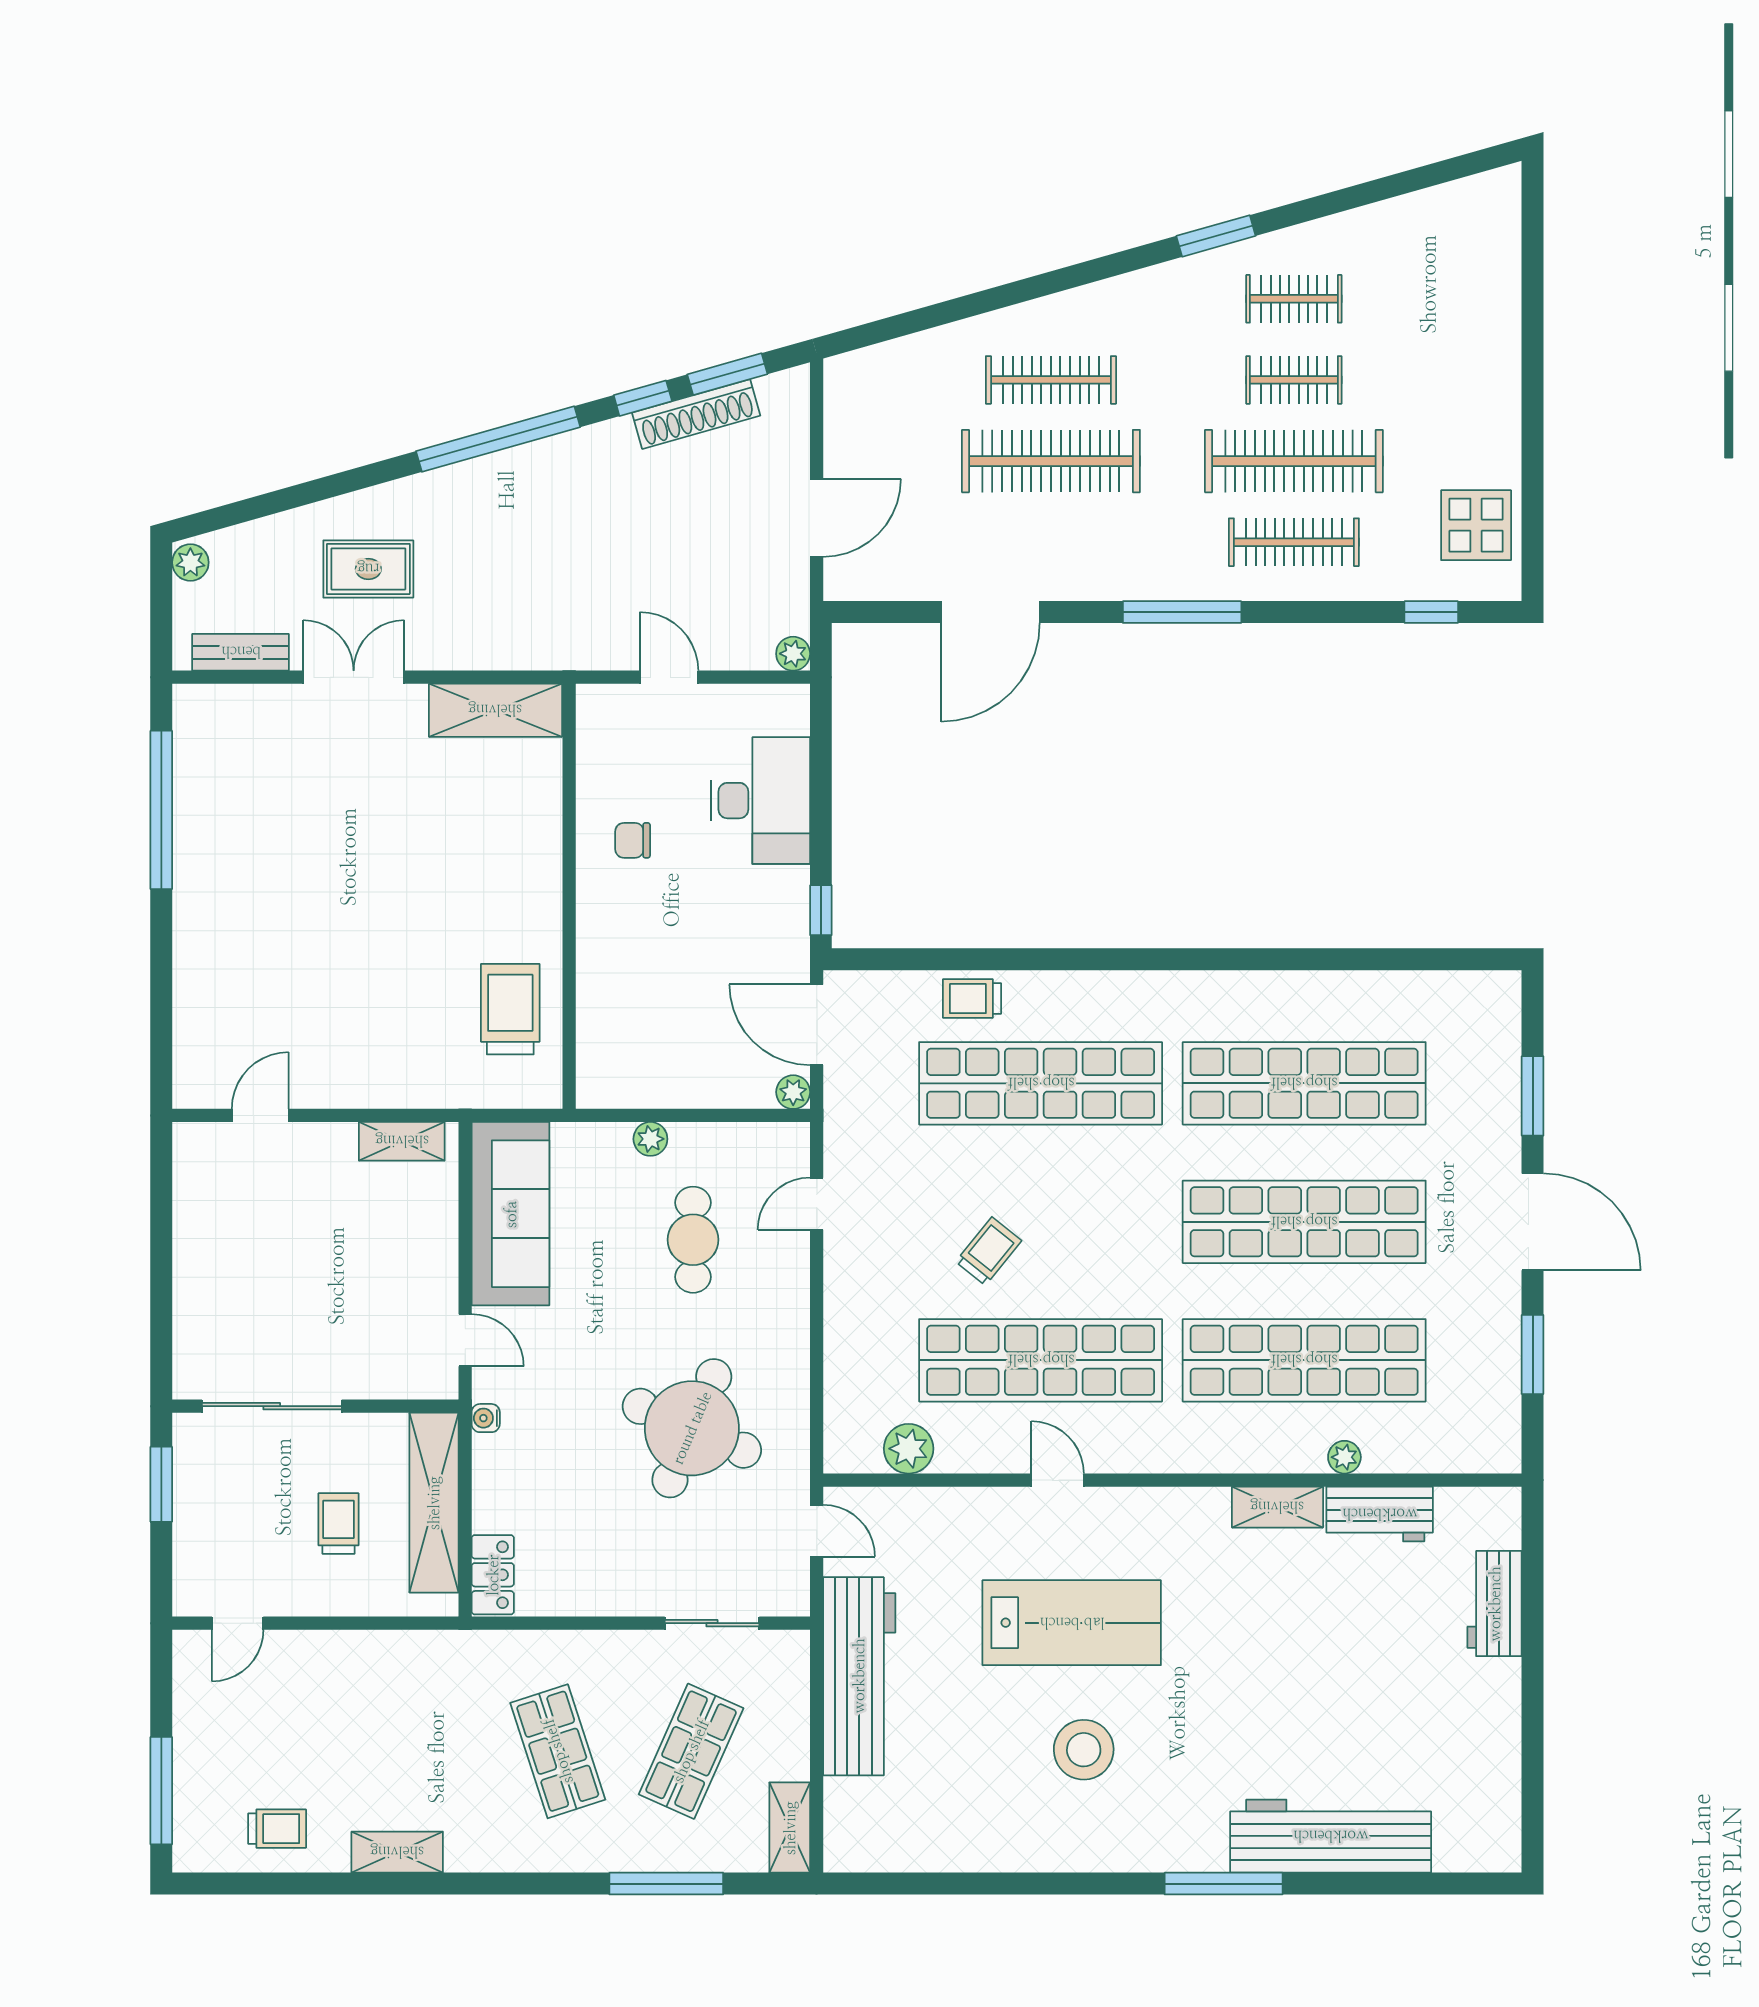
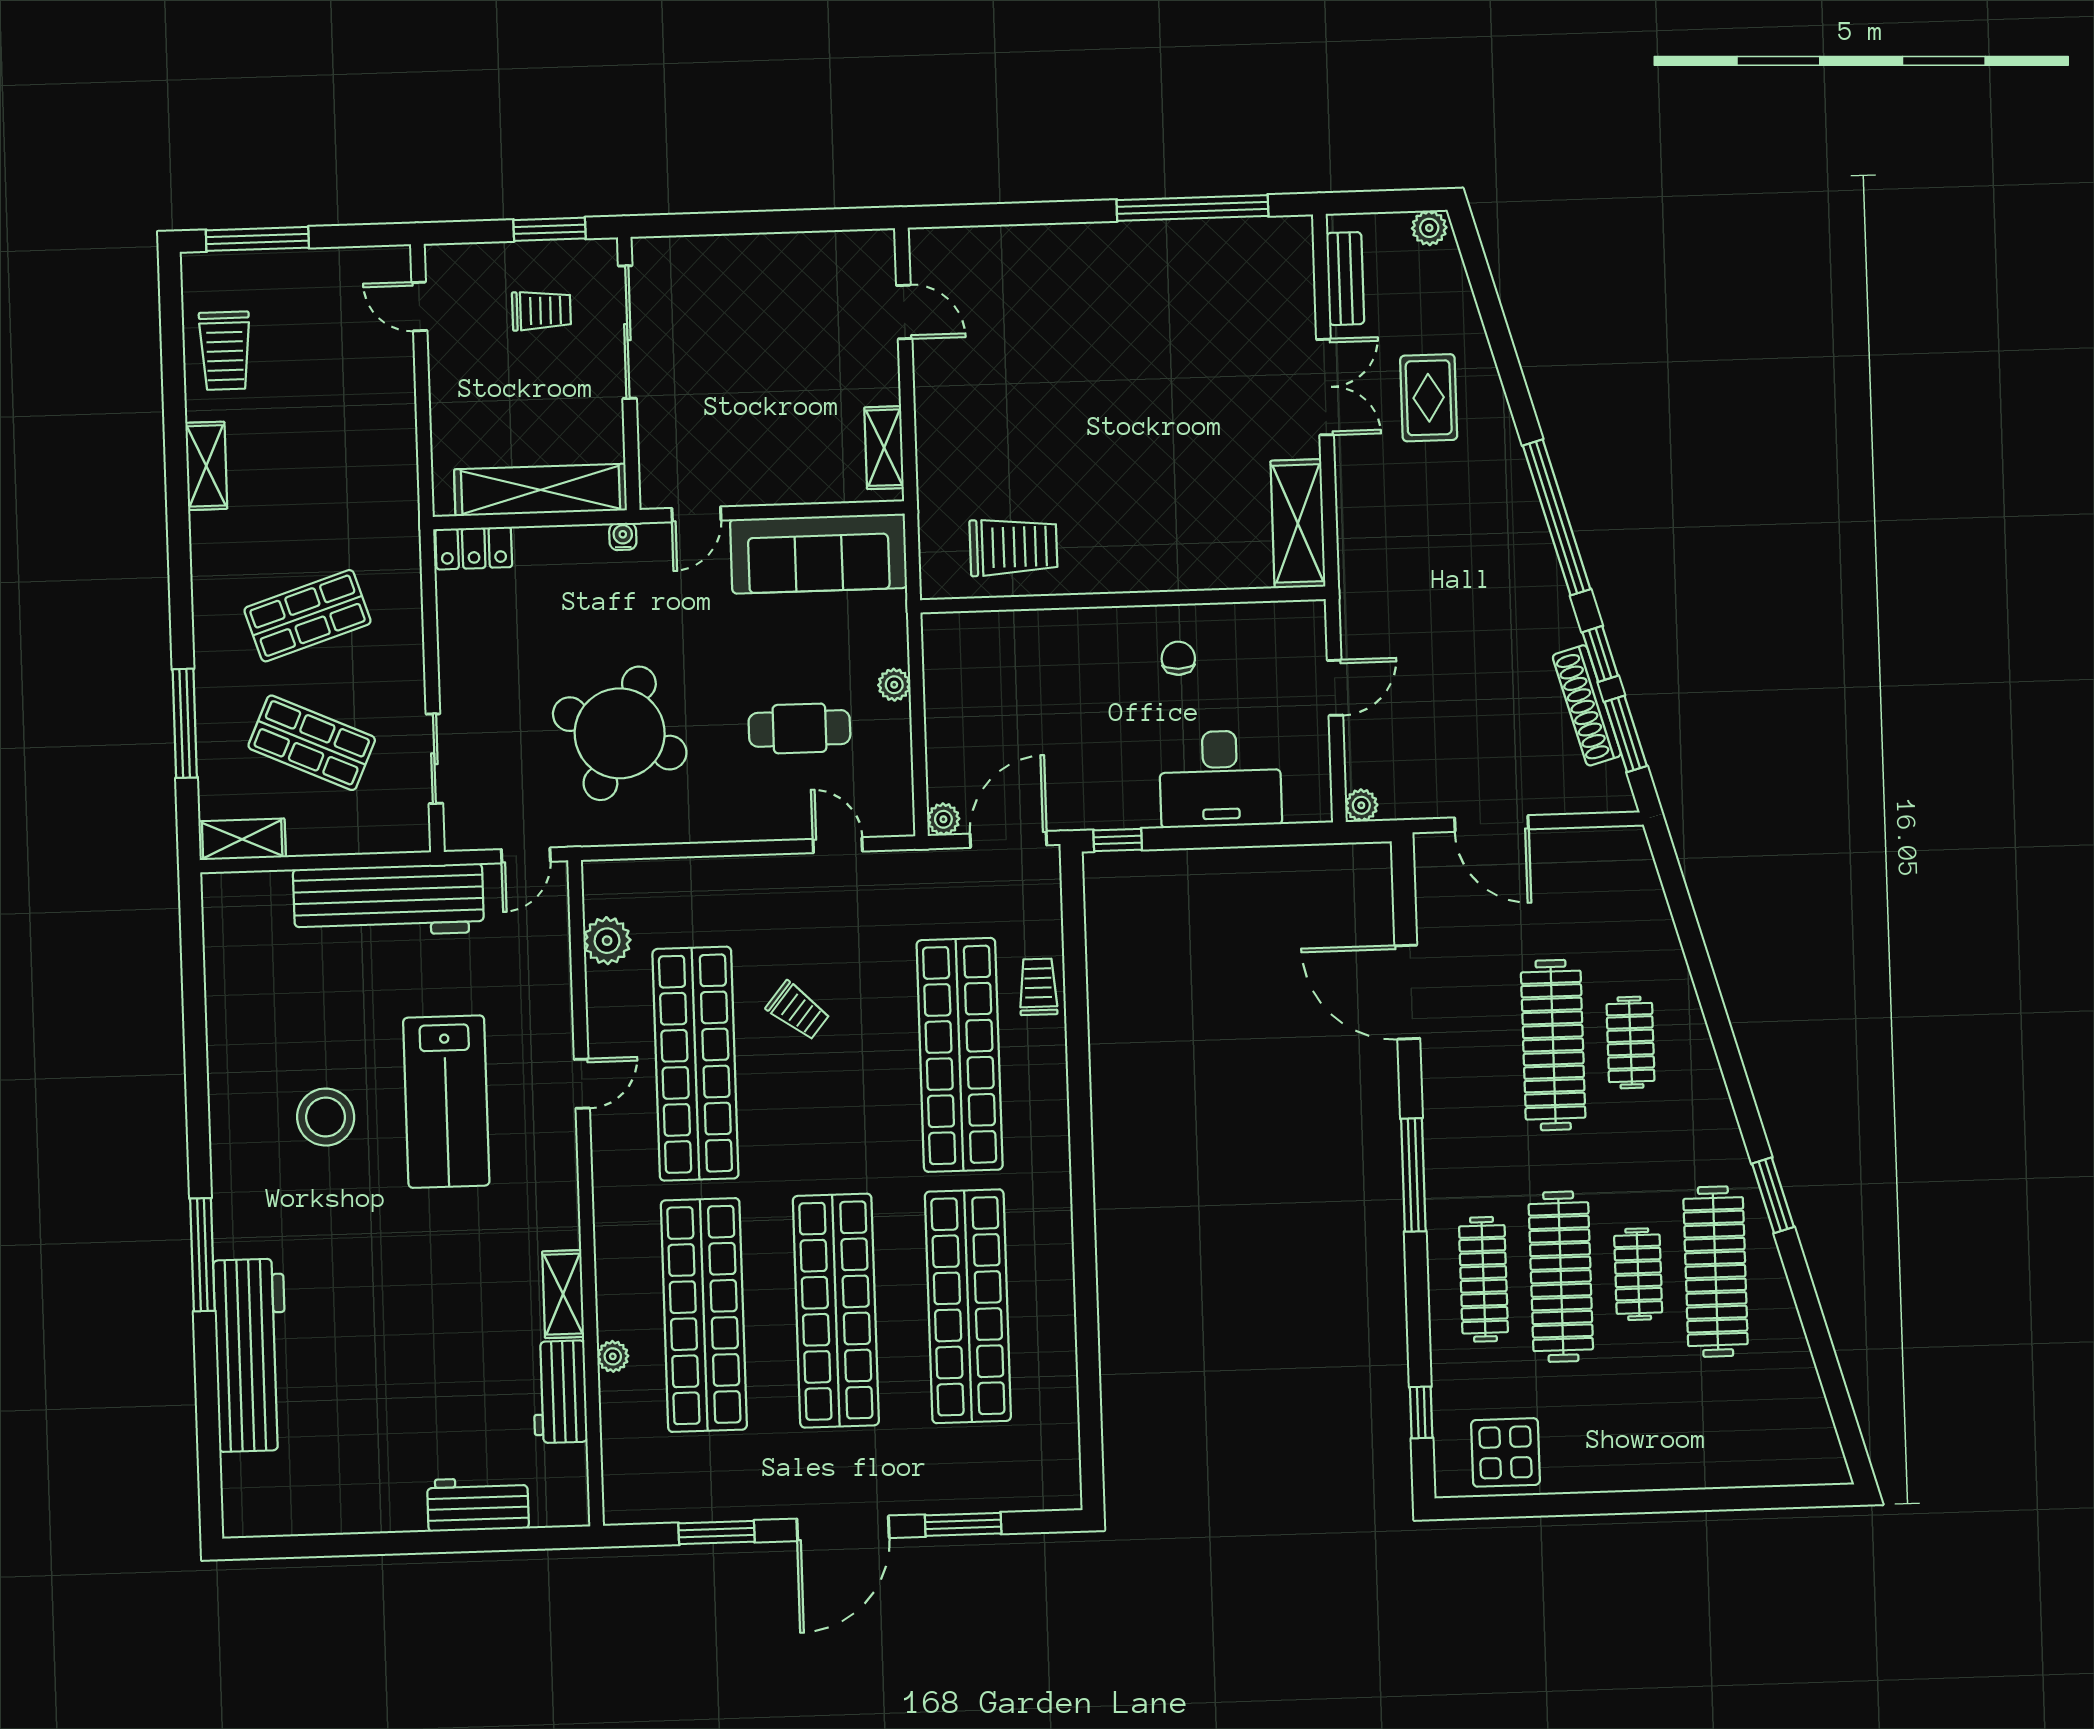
clothes rail: (1294, 299) -> (1716, 1272), width x1.86, depth x1.31
clothes rail: (1051, 380) -> (1630, 1043), width x0.73
trolley: (339, 1524) -> (541, 311), moved
trolley: (277, 1829) -> (225, 351), width x1.36, depth x1.39

